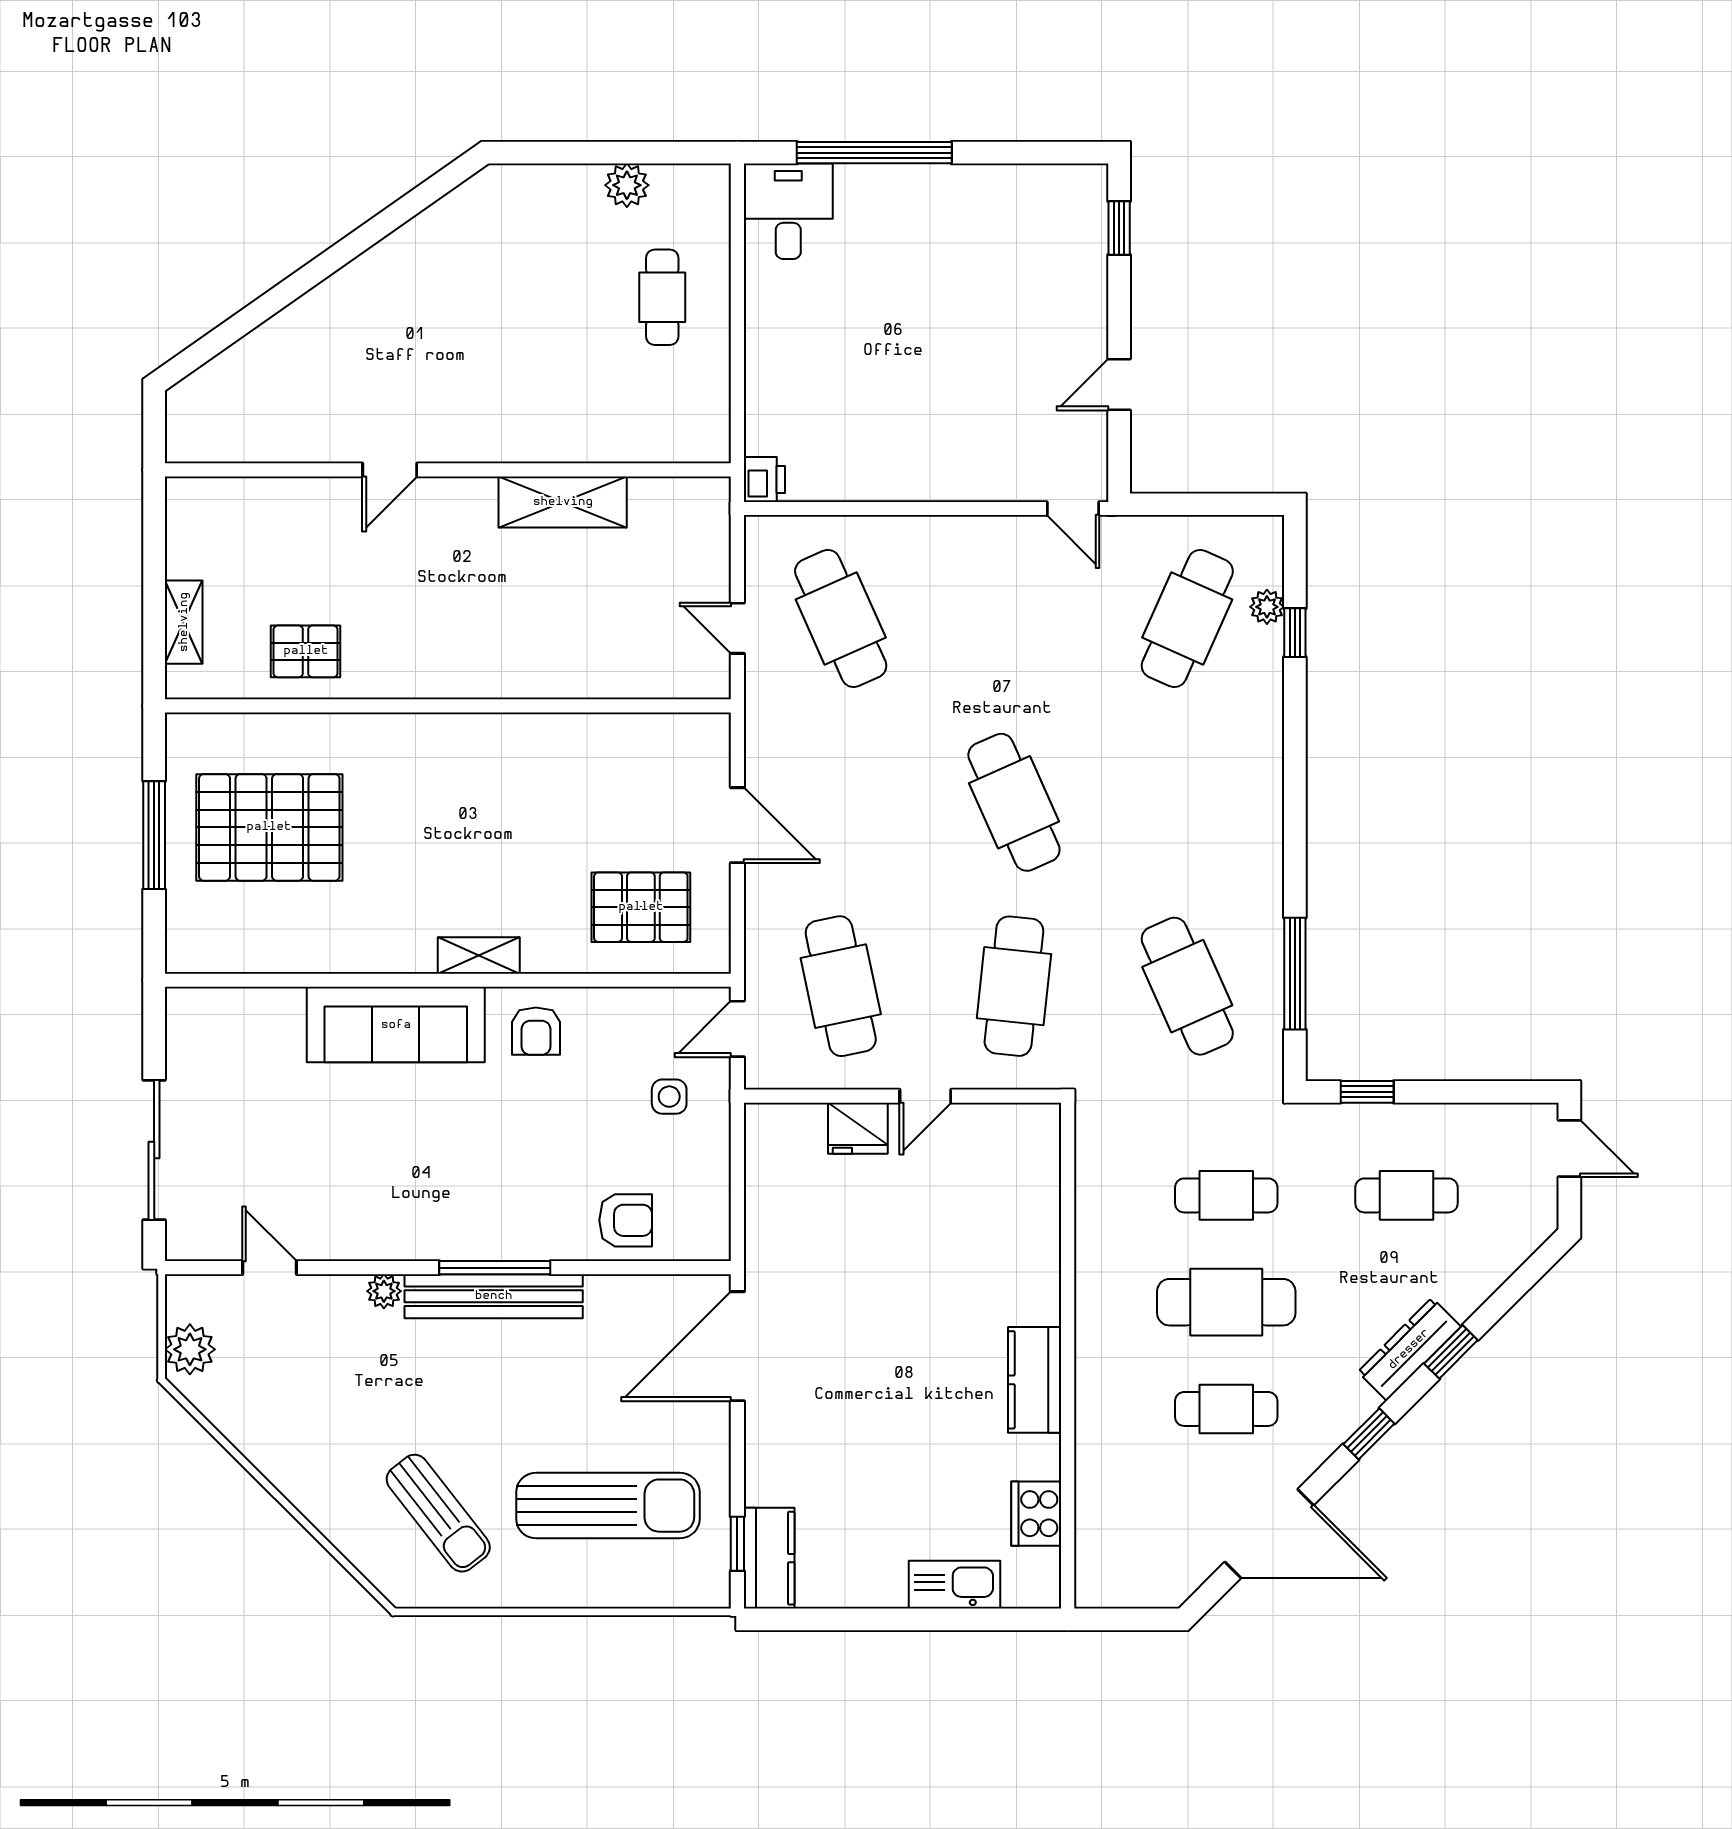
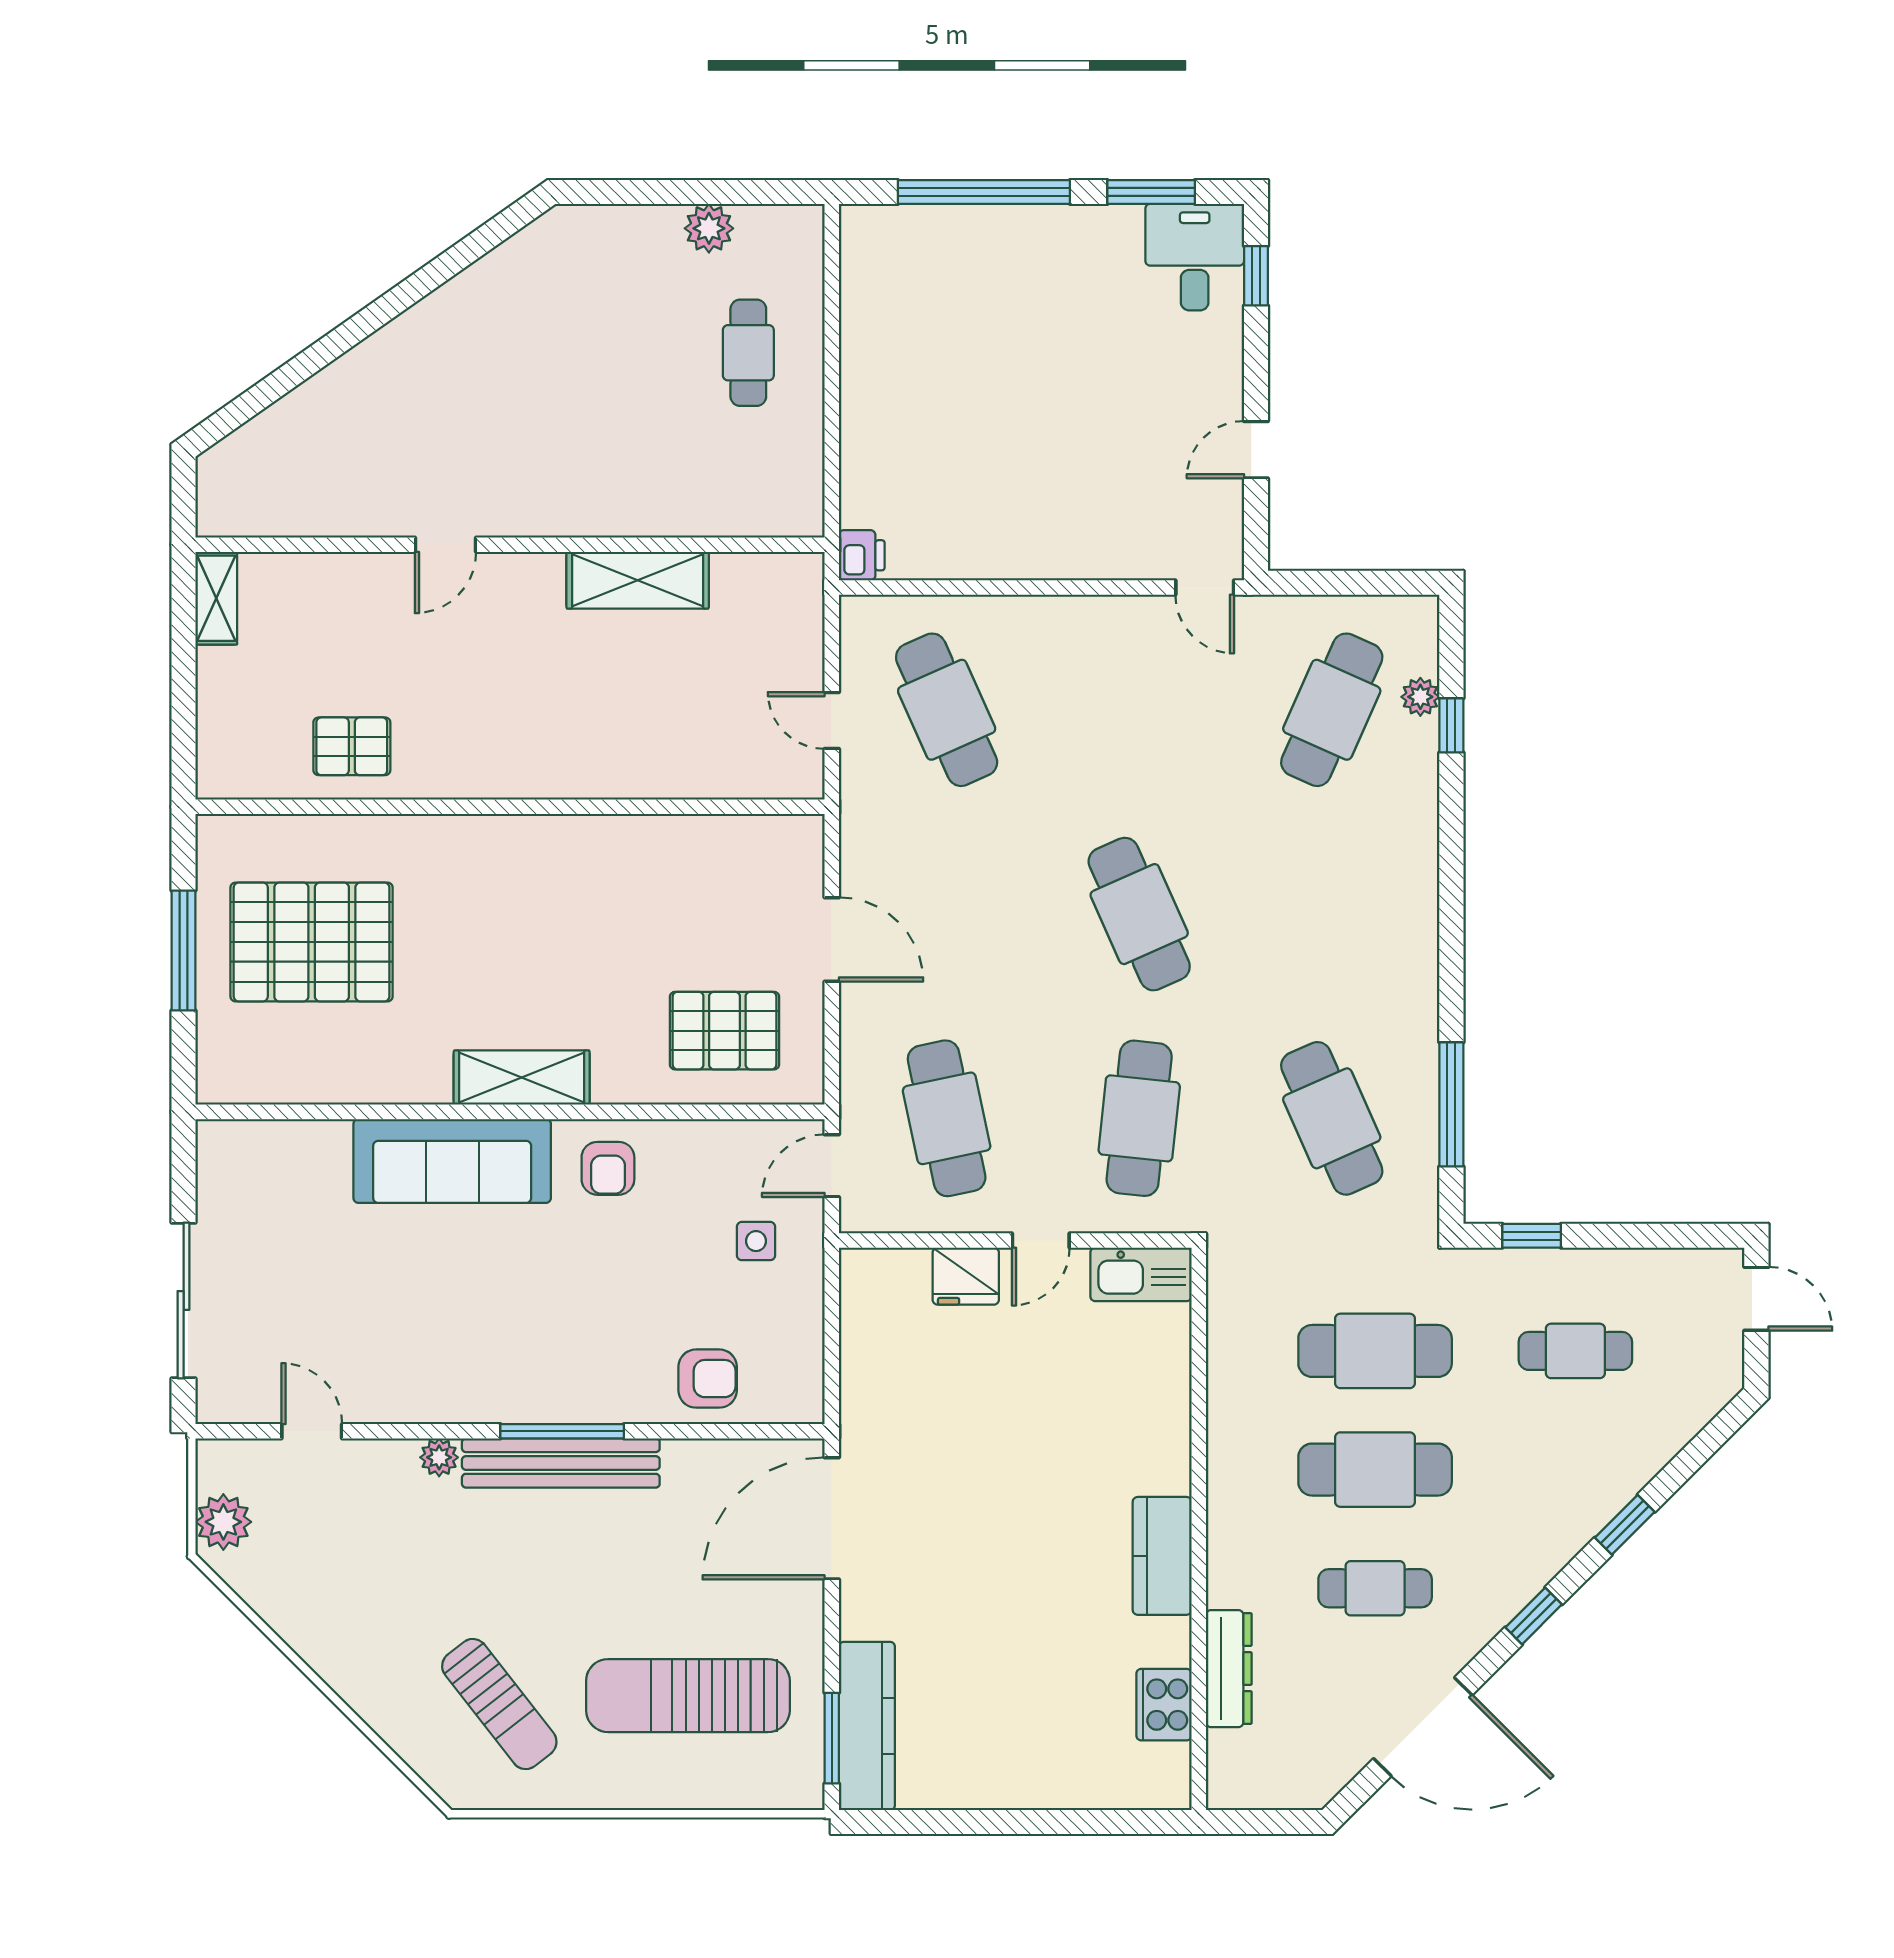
window: (1025, 153) -> (1151, 192), added
desk: (788, 211) -> (1195, 257), moved
shelving: (184, 622) -> (216, 598), moved
shelving: (479, 956) -> (522, 1078), width x1.50, depth x1.33
cafe table: (1226, 1195) -> (1375, 1351), width x1.37, depth x1.35
dresser: (1409, 1349) -> (1229, 1669), moved, turned 135
sun lounger: (608, 1506) -> (688, 1696), turned 180
window: (737, 1544) -> (832, 1738), width x1.50
kitchen counter: (769, 1558) -> (867, 1726), width x1.50
kitchen sink: (955, 1585) -> (1141, 1274), moved, turned 180

